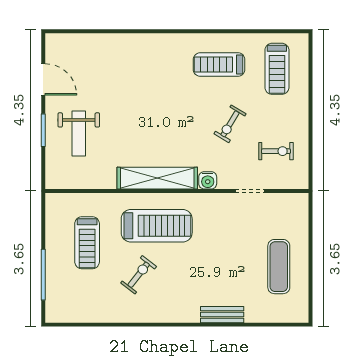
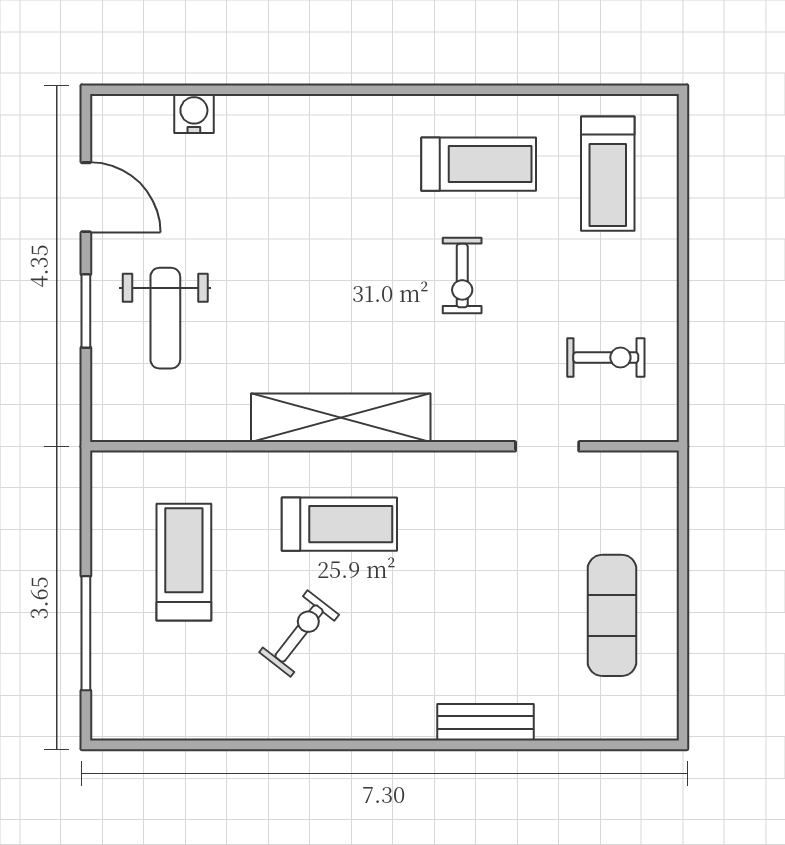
treadmill: (219, 65) -> (479, 164), turned 180
exercise bike: (230, 124) -> (462, 276), moved, turned -31
water cooler: (208, 180) -> (194, 114), moved, turned 180
treadmill: (157, 226) -> (339, 524), width x0.73, depth x0.73
treadmill: (87, 243) -> (184, 562), turned 180

